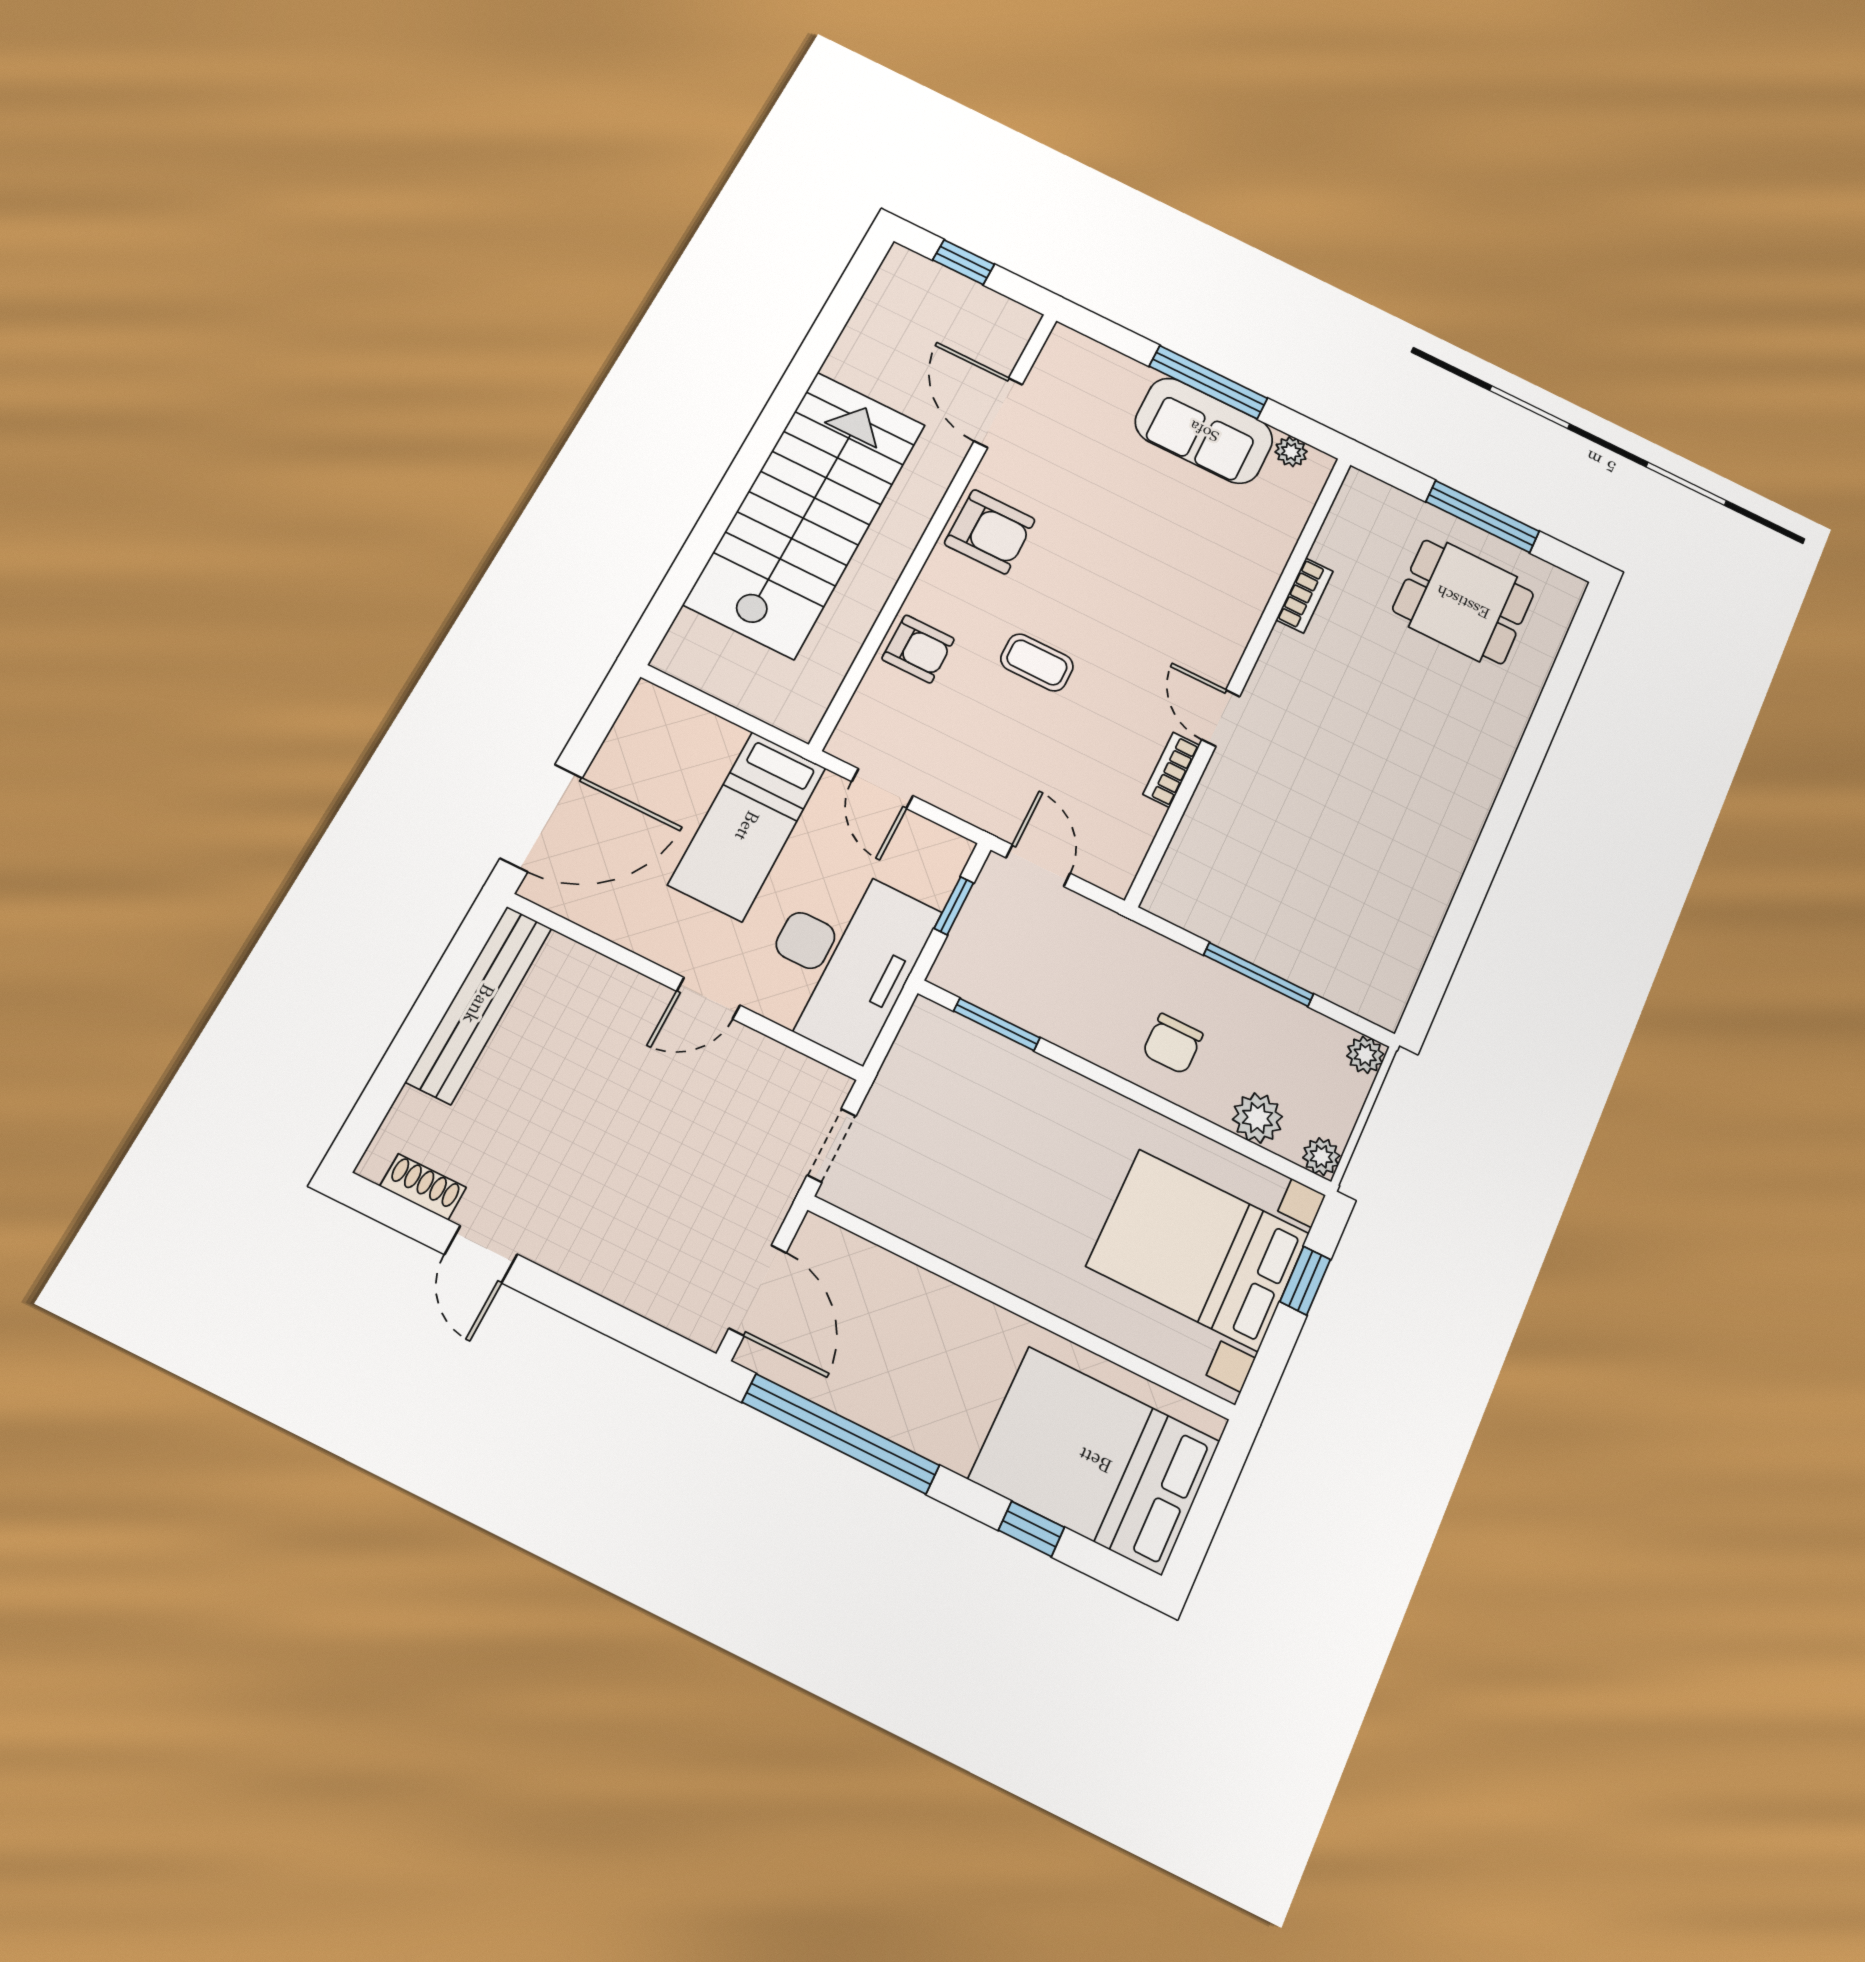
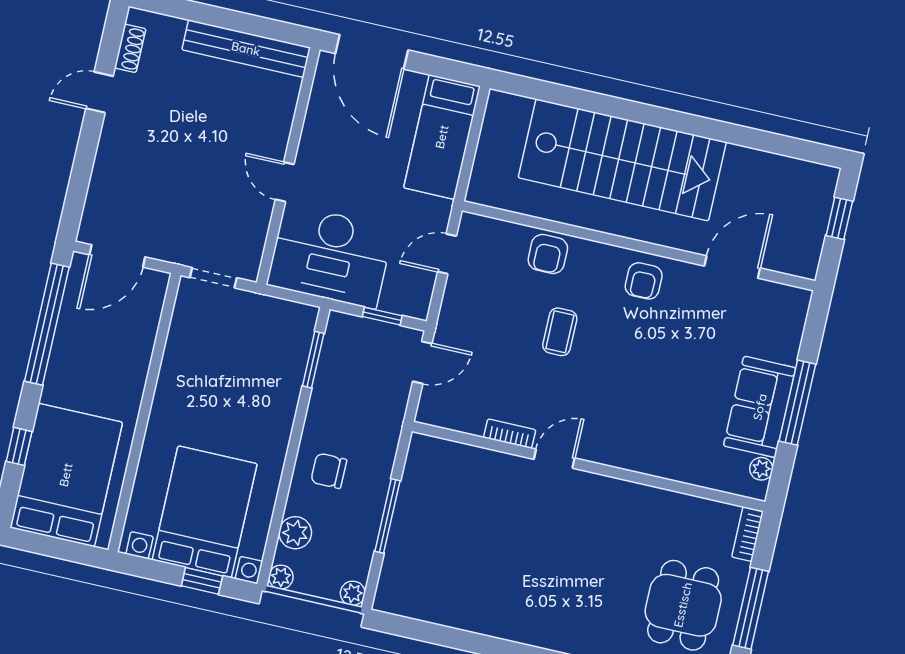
armchair: (990, 532) -> (644, 281), width x0.72, depth x0.72
bookcase: (1305, 595) -> (747, 534), moved, turned 90
bed: (747, 826) -> (442, 137), moved, turned -90

